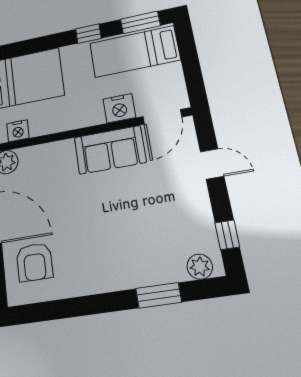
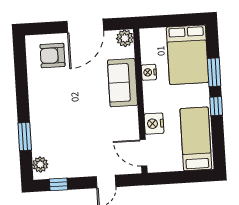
window: (140, 22) -> (214, 72), moved
nightstand: (18, 131) -> (149, 72), moved
sofa: (110, 150) -> (123, 83), moved

